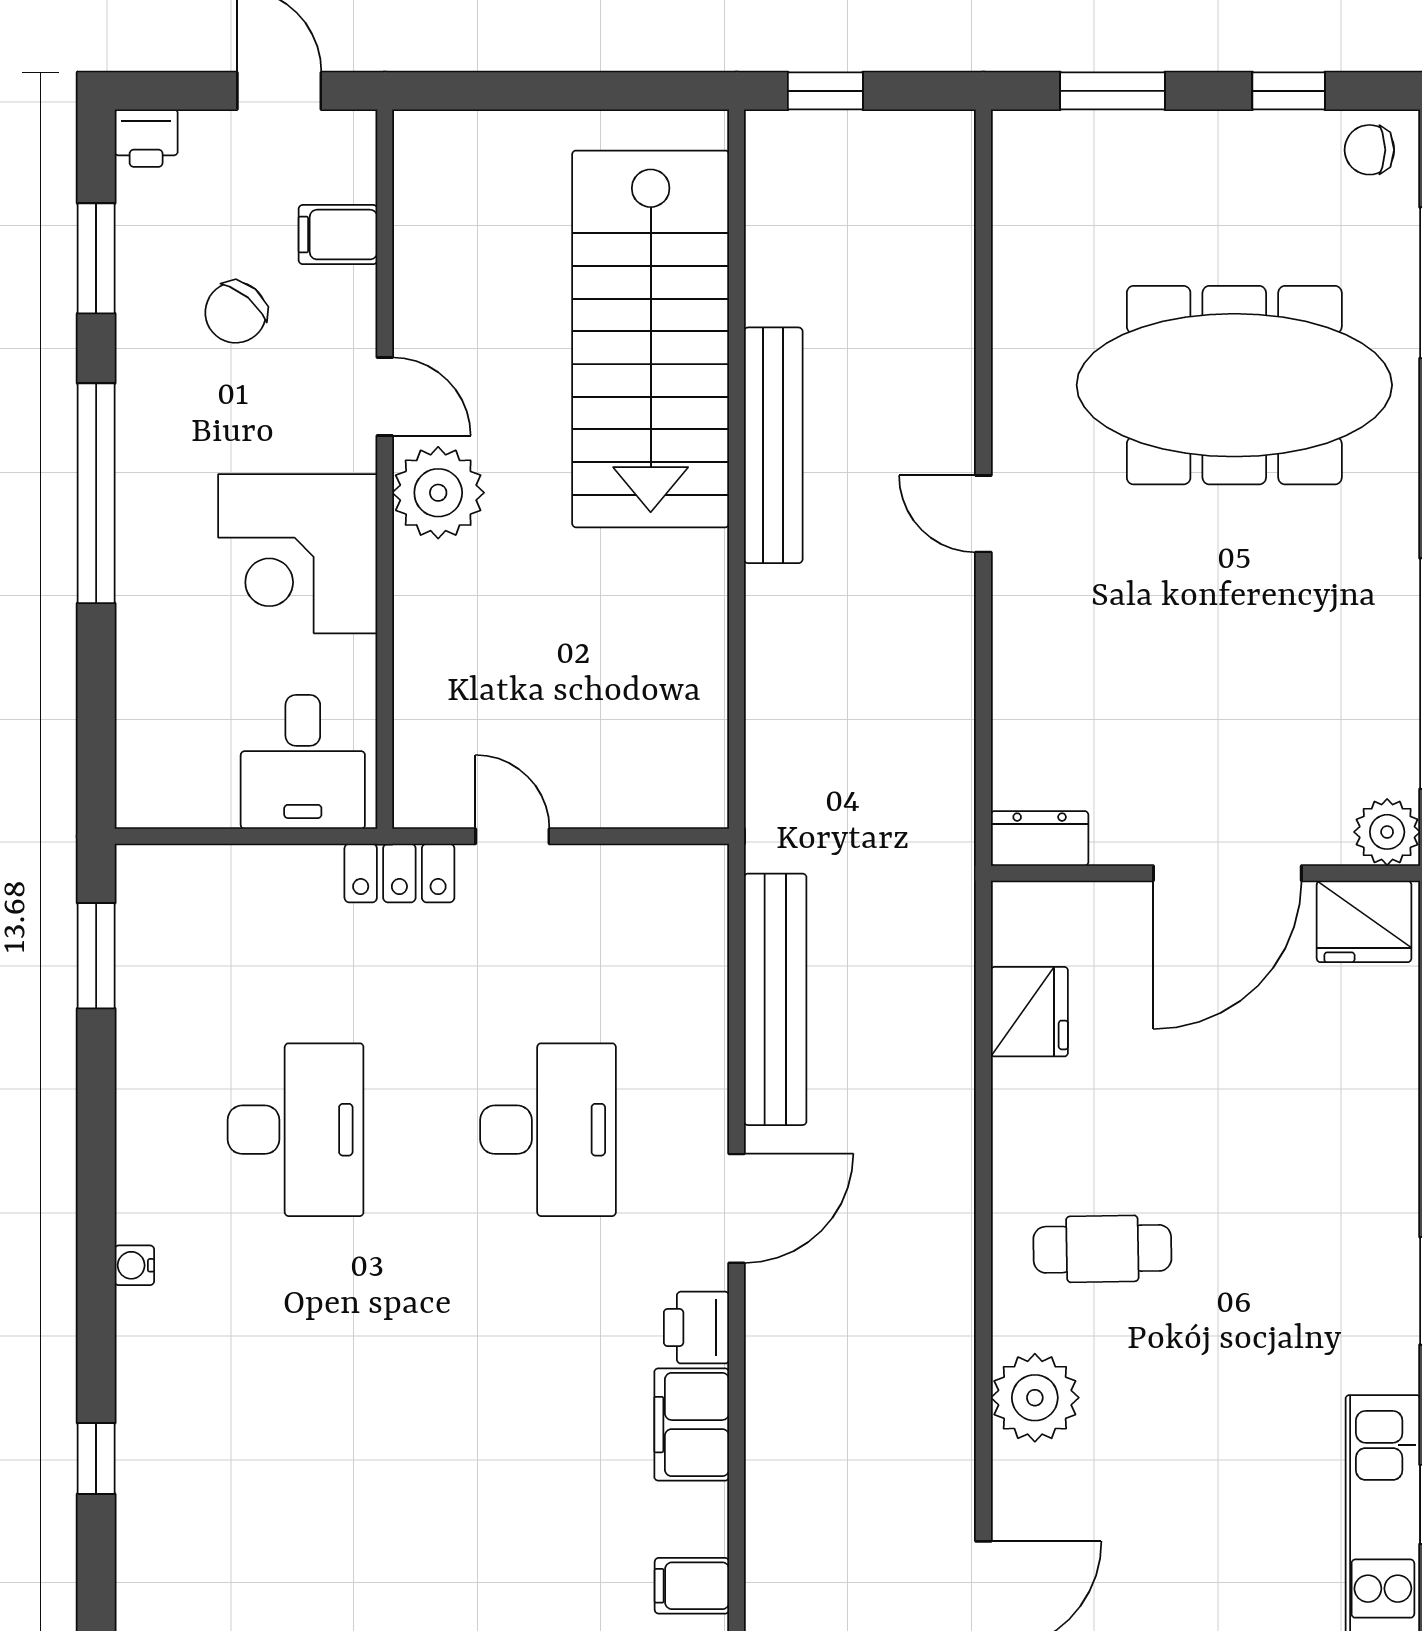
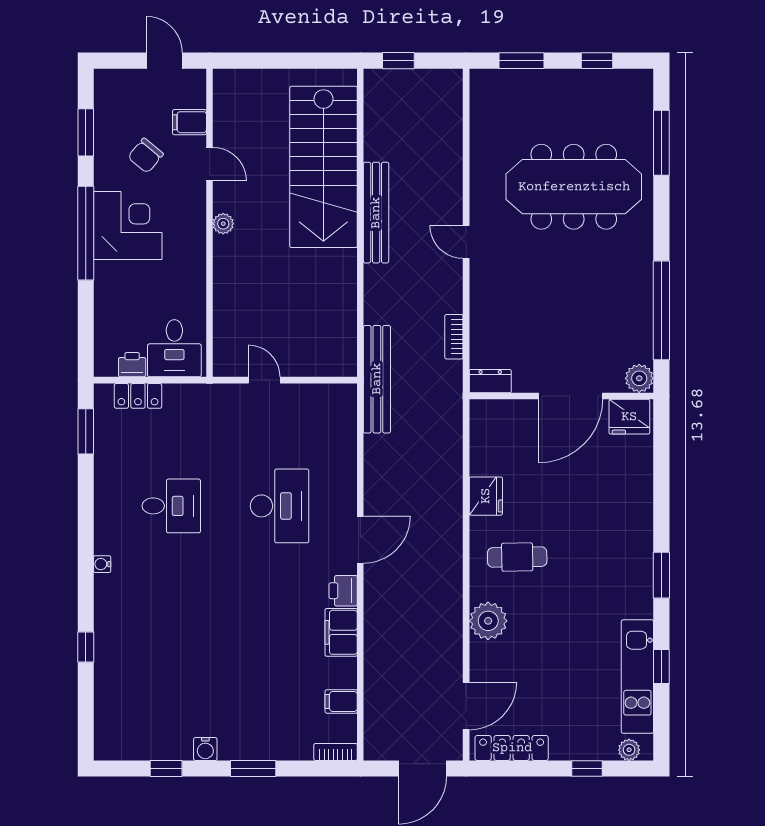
printer: (146, 138) -> (132, 365), moved, turned 180
chair: (1369, 150) -> (632, 86), removed
door: (385, 397) -> (210, 164), moved
plant: (438, 493) -> (223, 224), width x0.53, depth x0.53
corner desk: (298, 554) -> (128, 225), moved, turned 180
bookcase: (955, 735) -> (454, 337), added
locker: (399, 873) -> (138, 396), moved
bench: (775, 999) -> (377, 379), moved
fridge: (1029, 1012) -> (486, 496), moved
desk: (296, 1130) -> (171, 506), width x0.73

